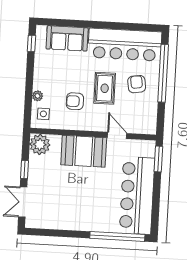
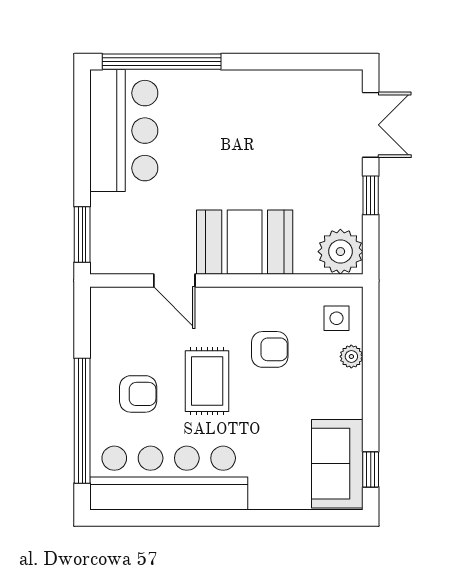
sofa: (67, 38) -> (337, 464), moved, turned -90
armchair: (137, 84) -> (138, 394), turned -81
bar counter: (137, 195) -> (124, 131), width x0.73

